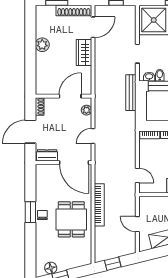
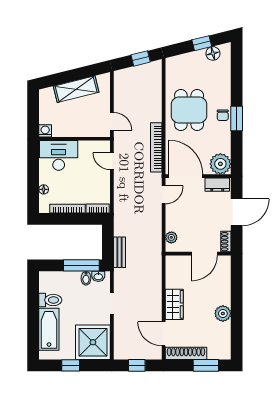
door: (93, 27) -> (164, 334), hinge flipped
bench: (131, 93) -> (120, 252), width x0.73
door: (70, 96) -> (204, 254), moved
door: (93, 136) -> (164, 195), moved
plant: (44, 173) -> (220, 164), added
bookcase: (99, 205) -> (156, 147), moved
door: (137, 224) -> (112, 121), moved

